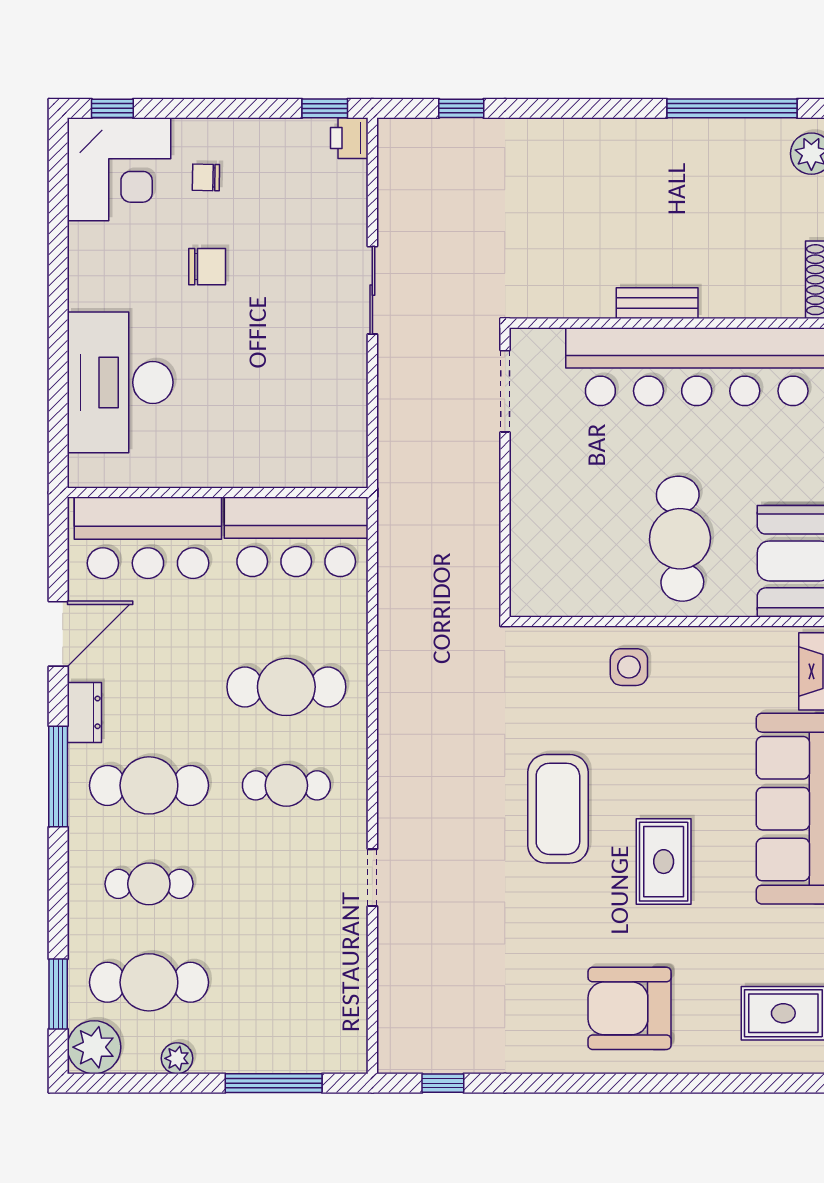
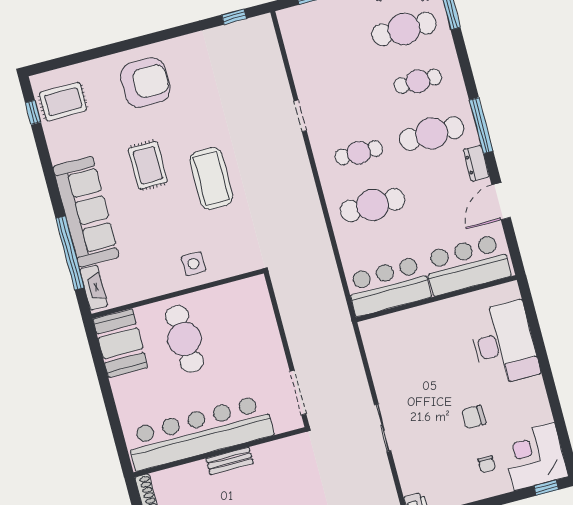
chair: (206, 177) -> (487, 464), turned 89

